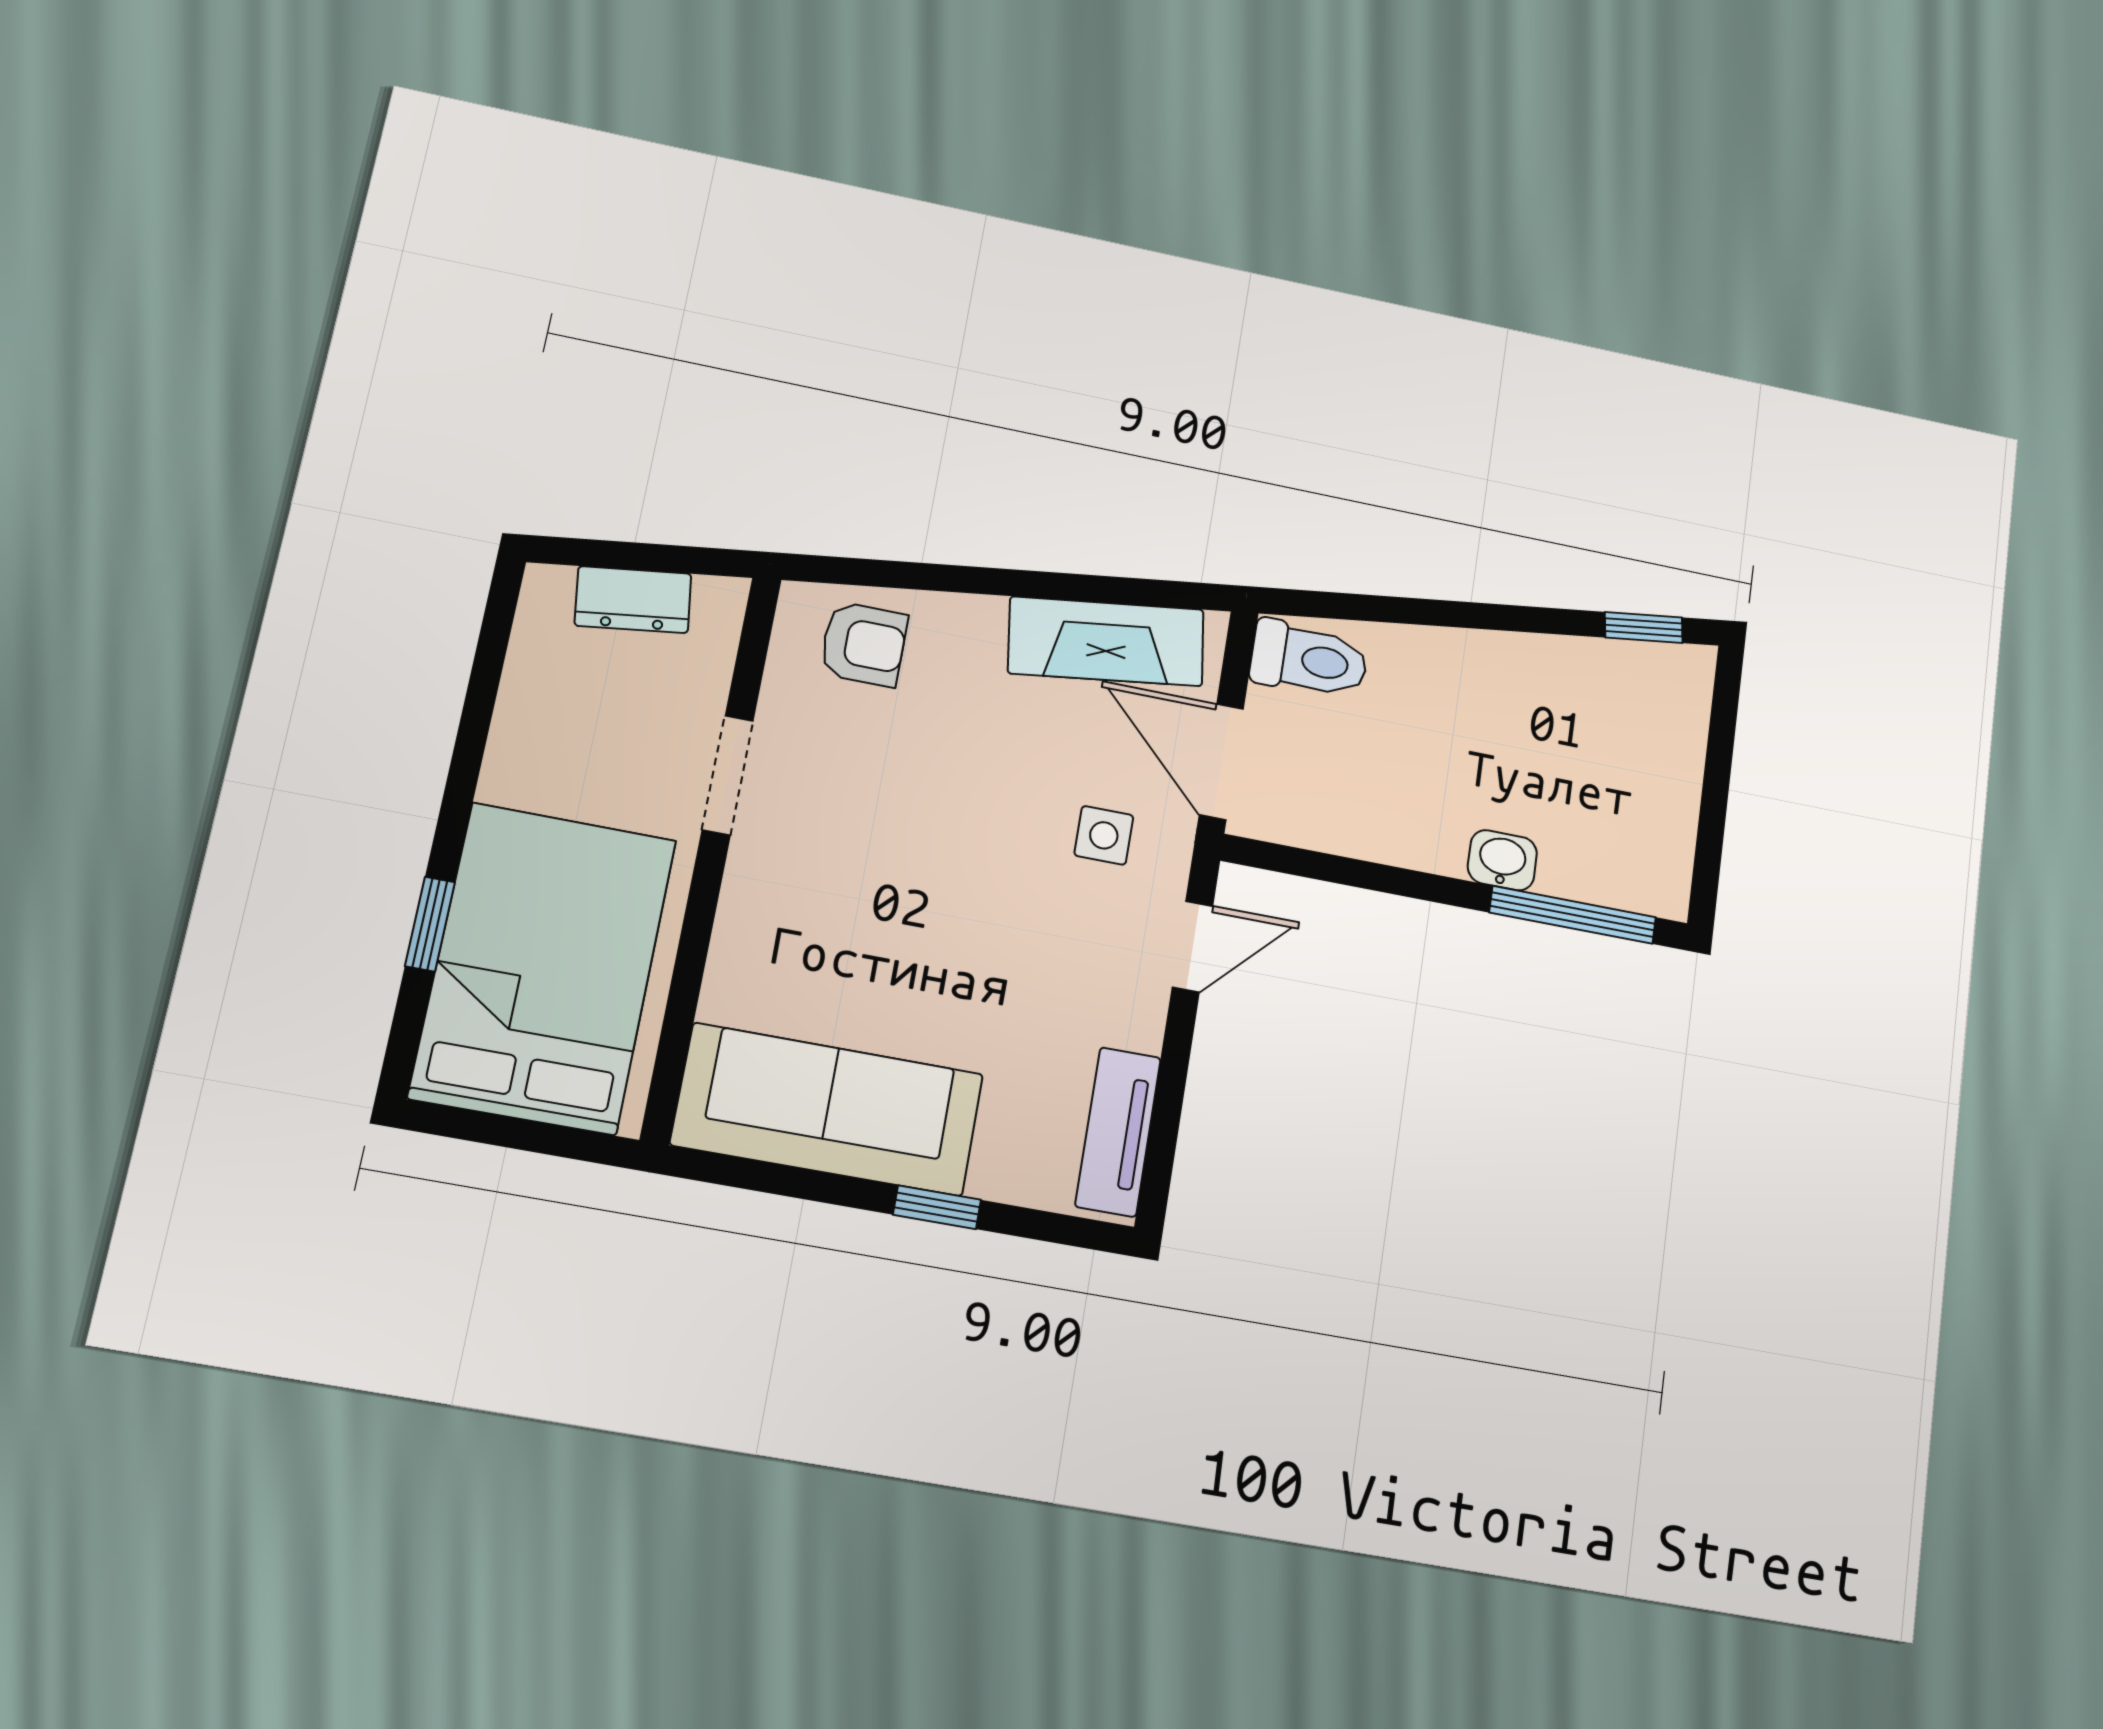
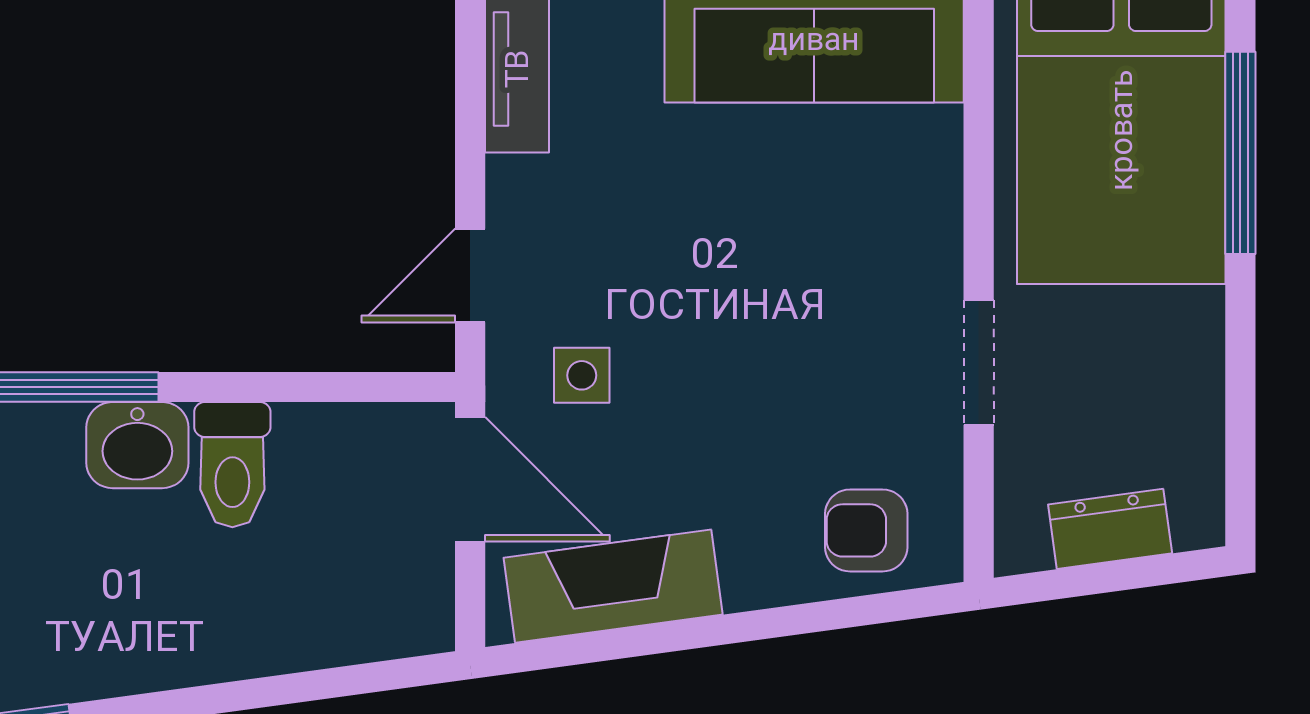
toilet: (1309, 660) -> (232, 465), moved, turned -90
washbasin: (1502, 860) -> (137, 445), width x1.38, depth x1.45
window: (430, 924) -> (1240, 153), width x2.17

